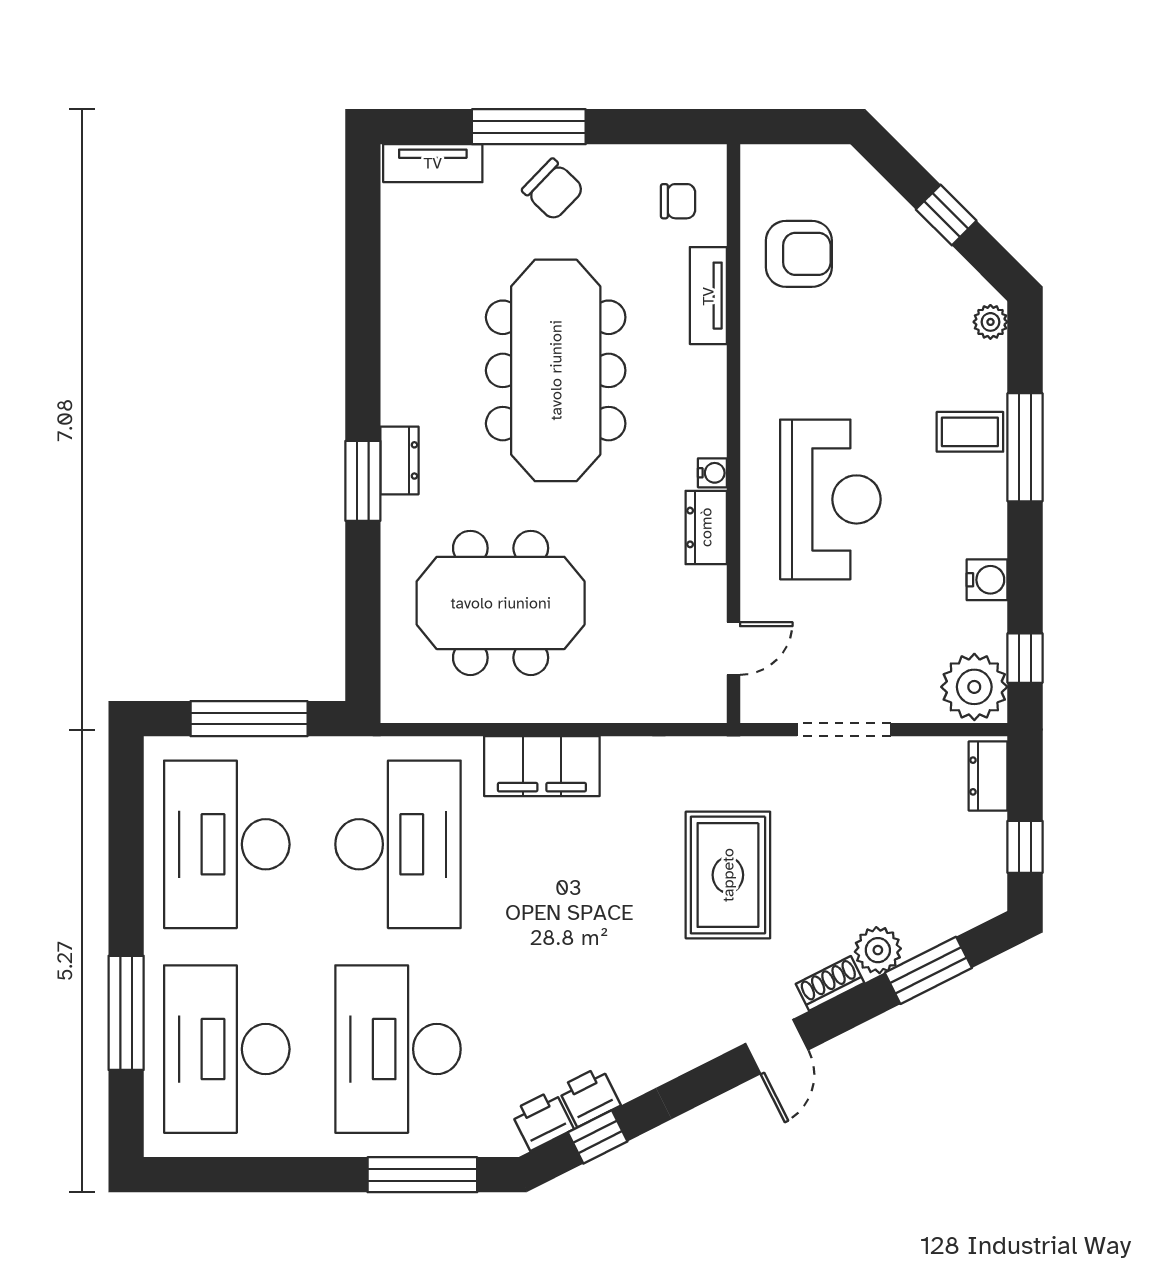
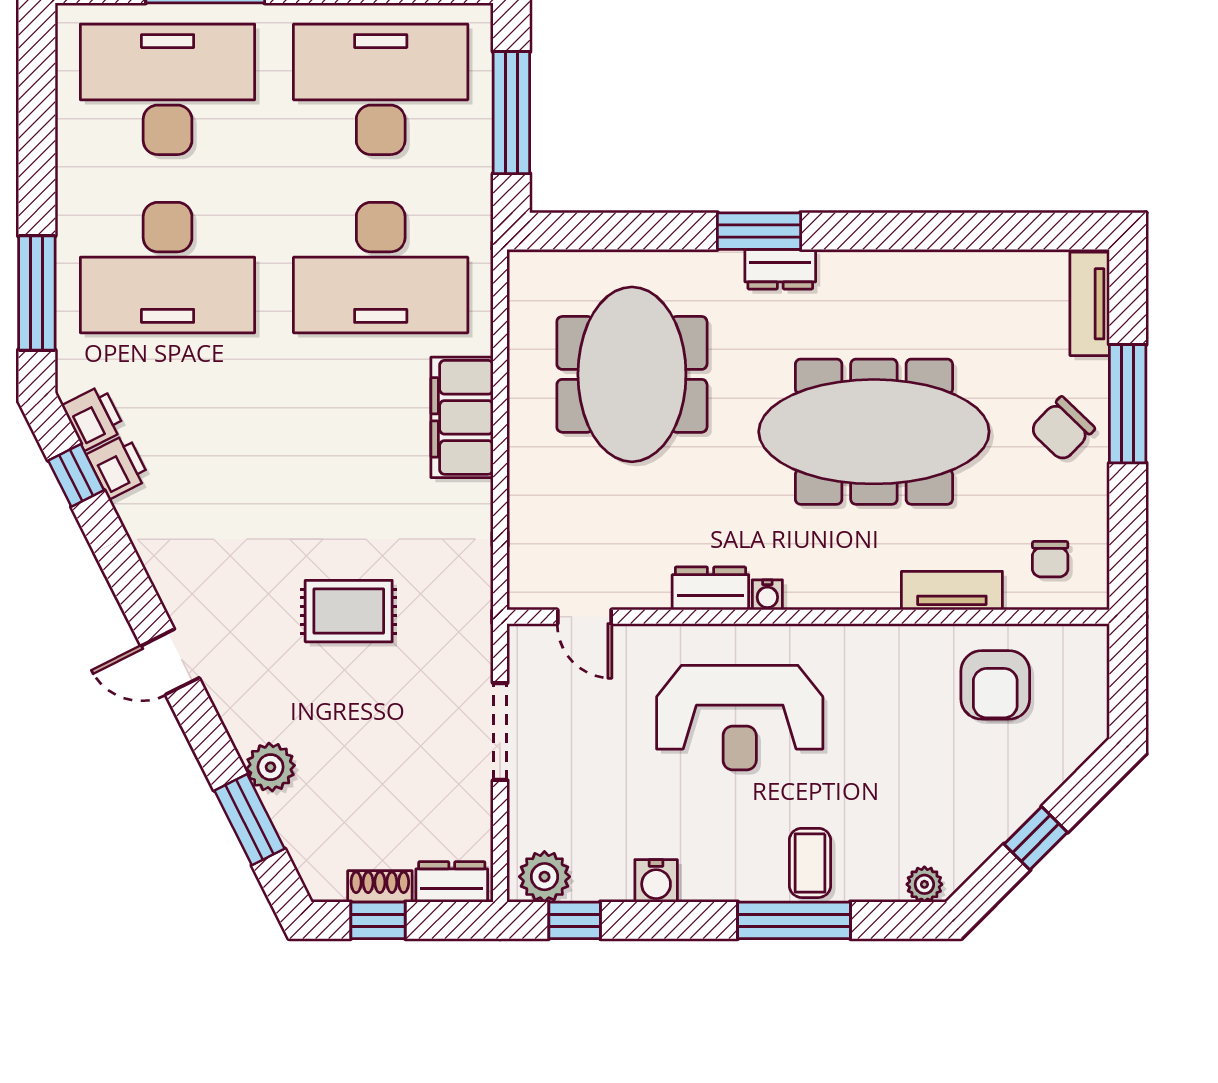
plant: (974, 687) -> (544, 877), width x0.73, depth x0.73
rug: (728, 875) -> (349, 611), width x0.73, depth x0.70
shoe rack: (830, 983) -> (380, 886), moved, turned -63
desk: (398, 1049) -> (168, 268), turned 180

